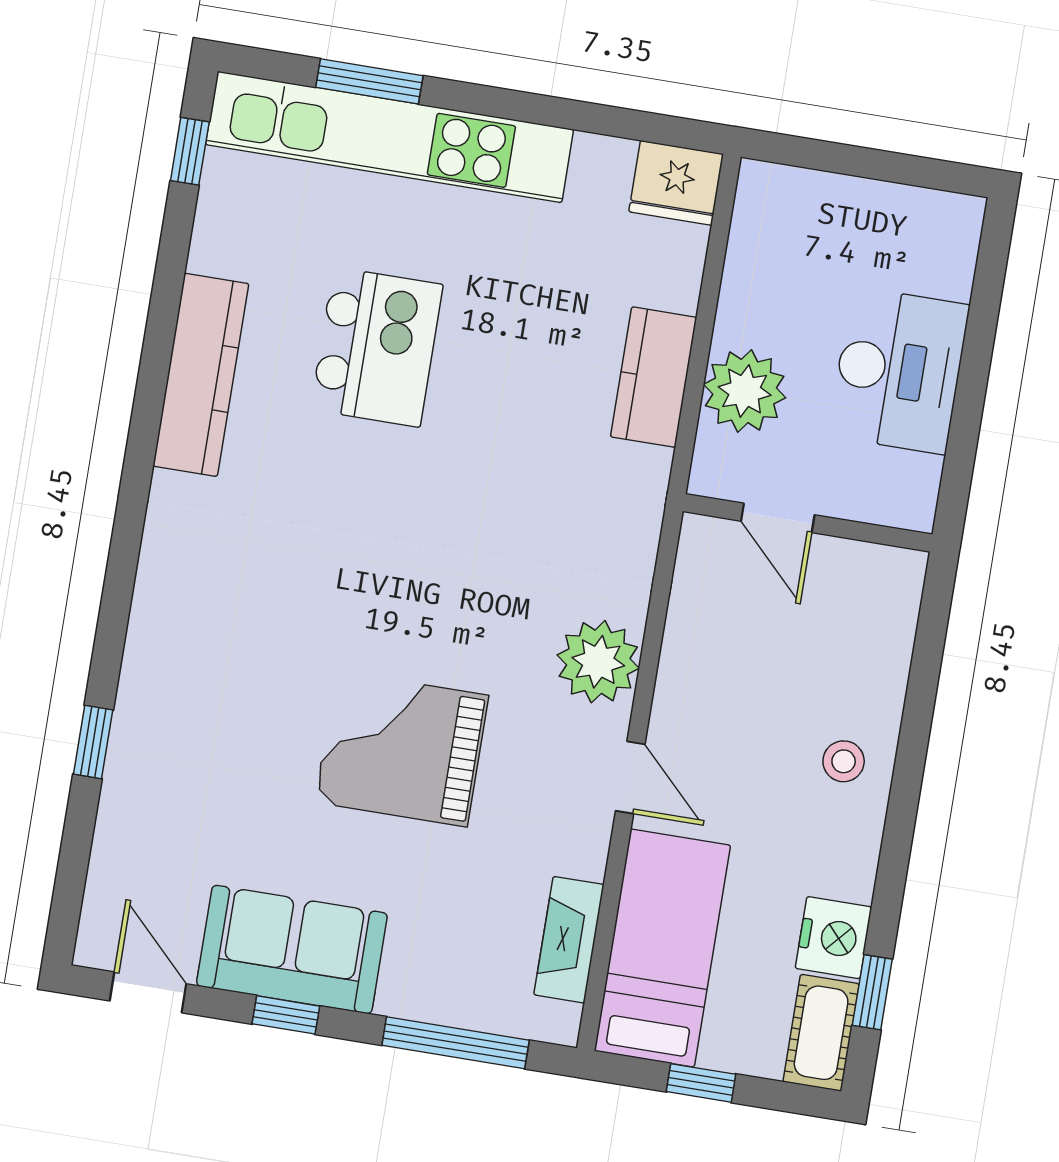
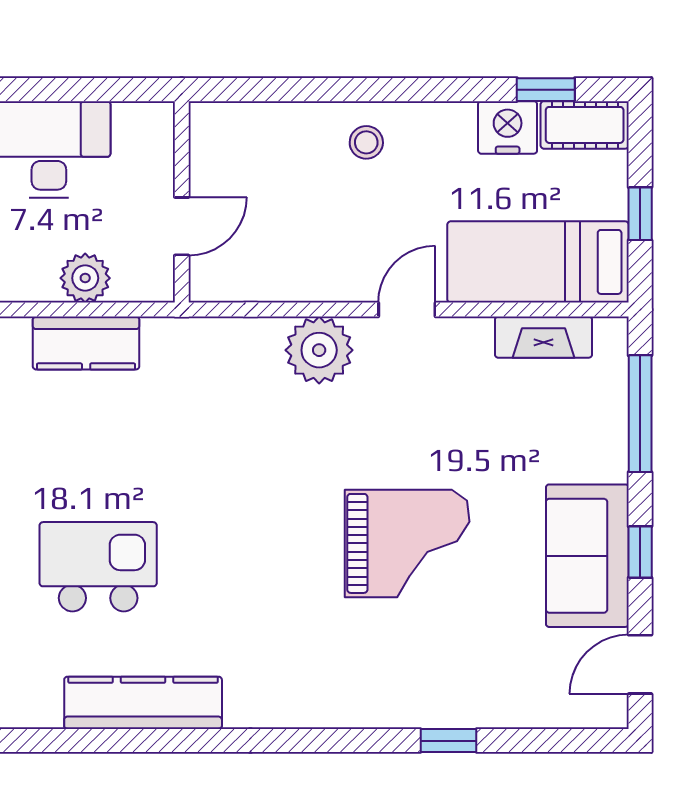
plant: (745, 391) -> (85, 278), width x0.73, depth x0.73
grand piano: (402, 749) -> (407, 543), moved, turned -90

